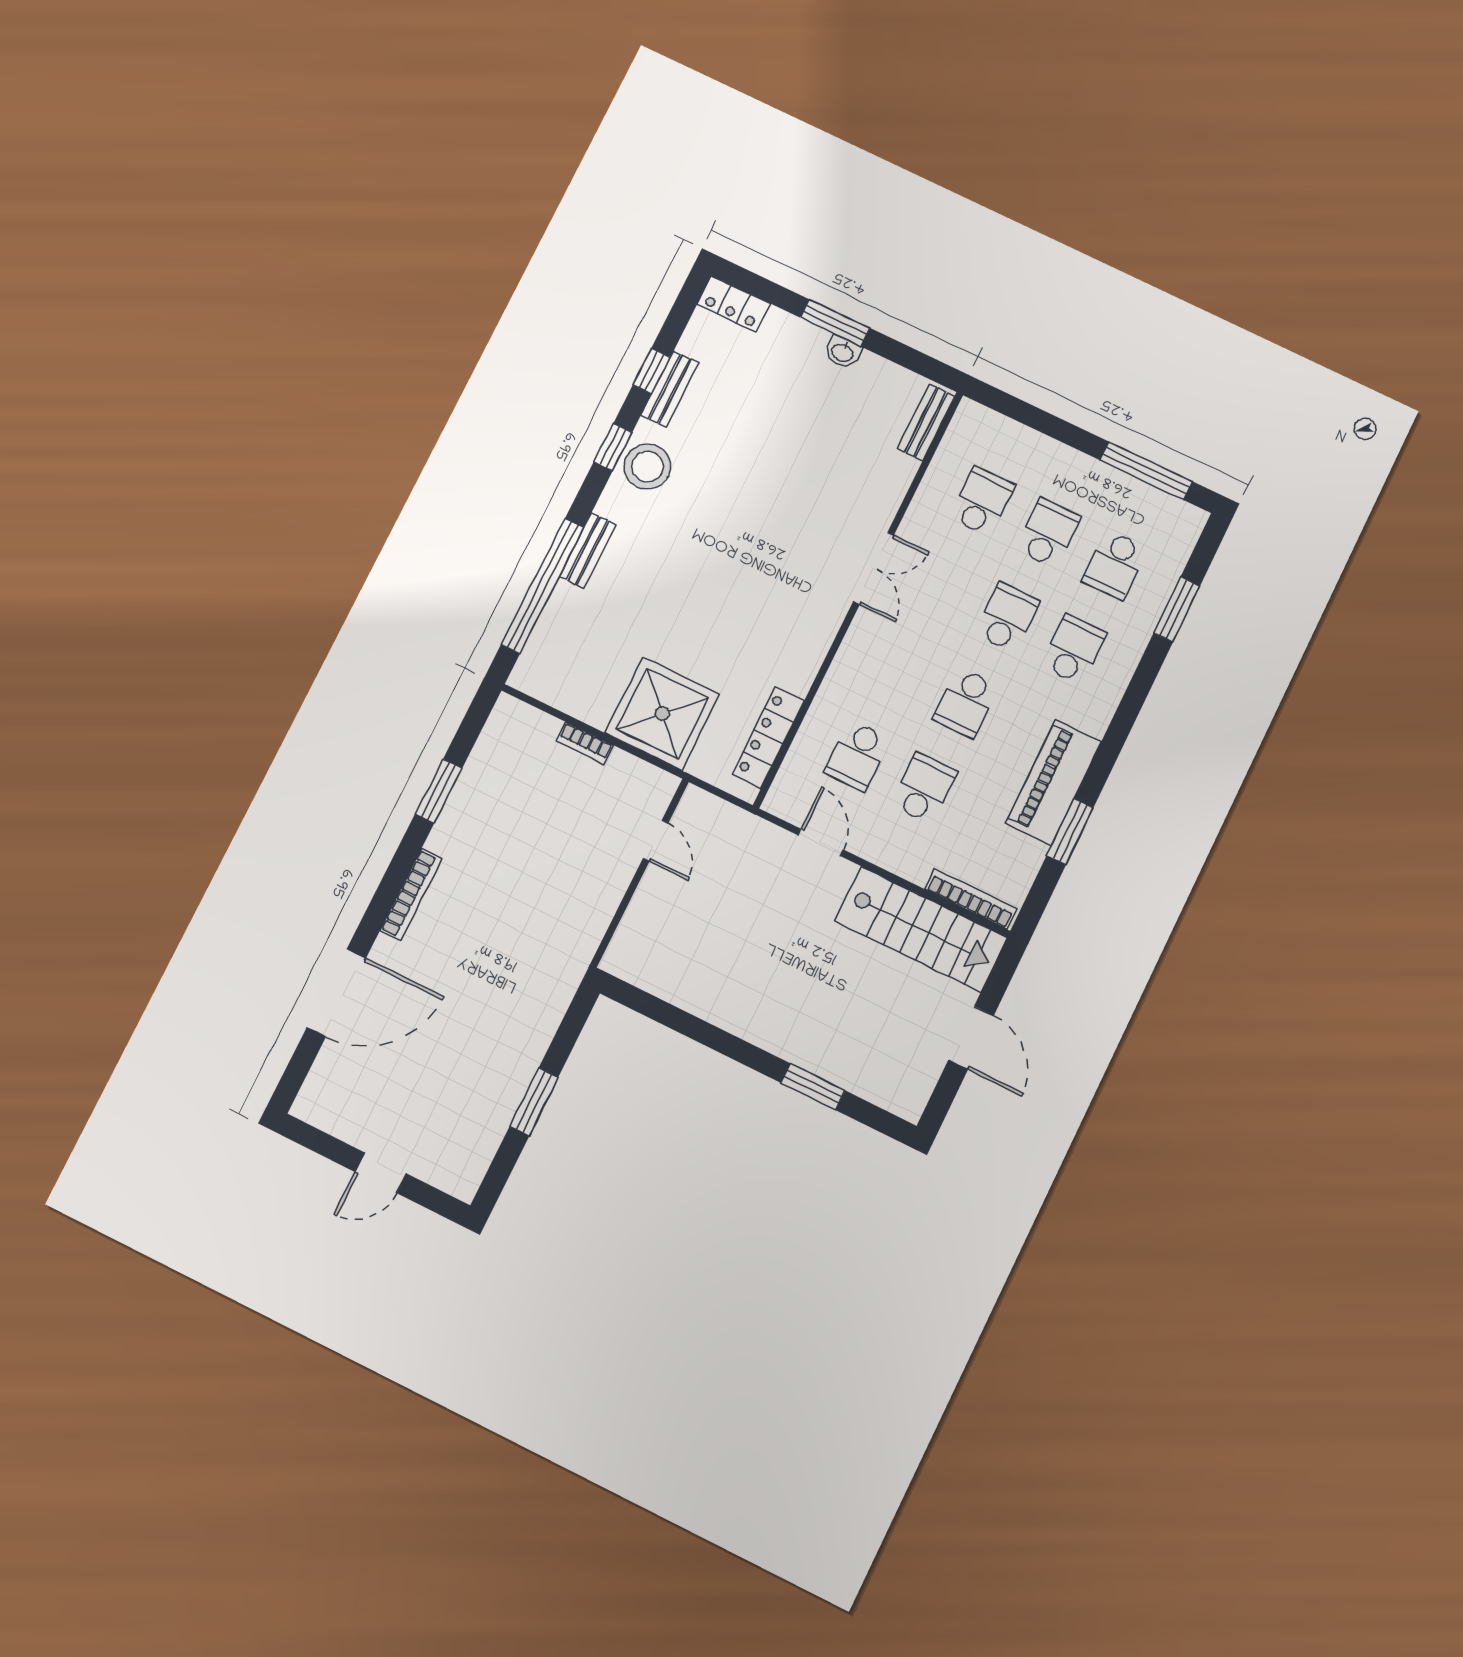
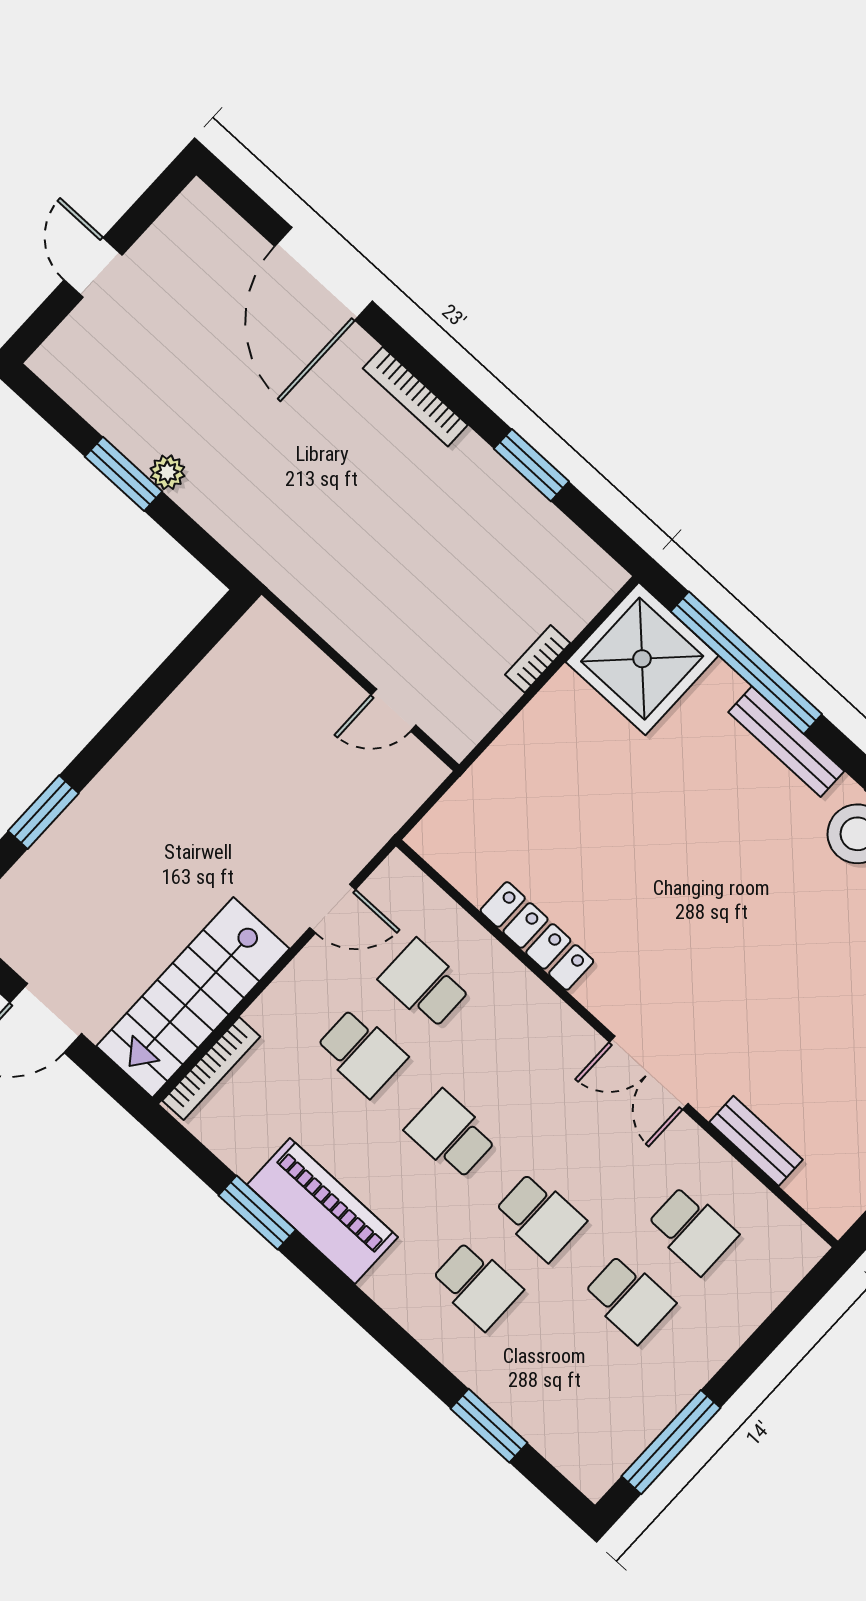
bench: (926, 422) -> (756, 1141), moved
bench: (588, 551) -> (786, 742), width x1.36
school desk: (1115, 565) -> (566, 1367), removed
shower: (662, 714) -> (642, 659), moved
locker: (768, 737) -> (537, 936), moved
plant: (523, 1068) -> (168, 472), added

